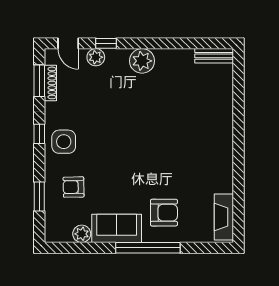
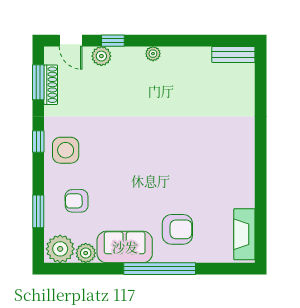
plant: (142, 61) -> (153, 54), width x0.53, depth x0.53
plant: (59, 230) -> (60, 249), added

